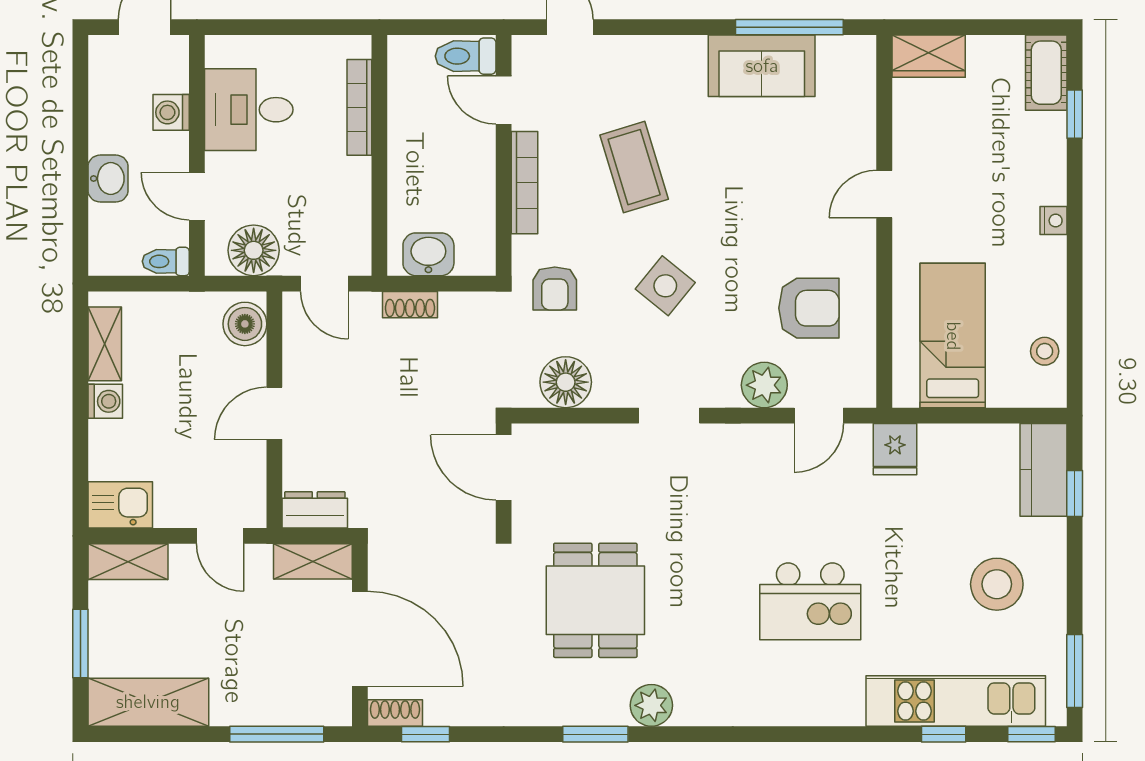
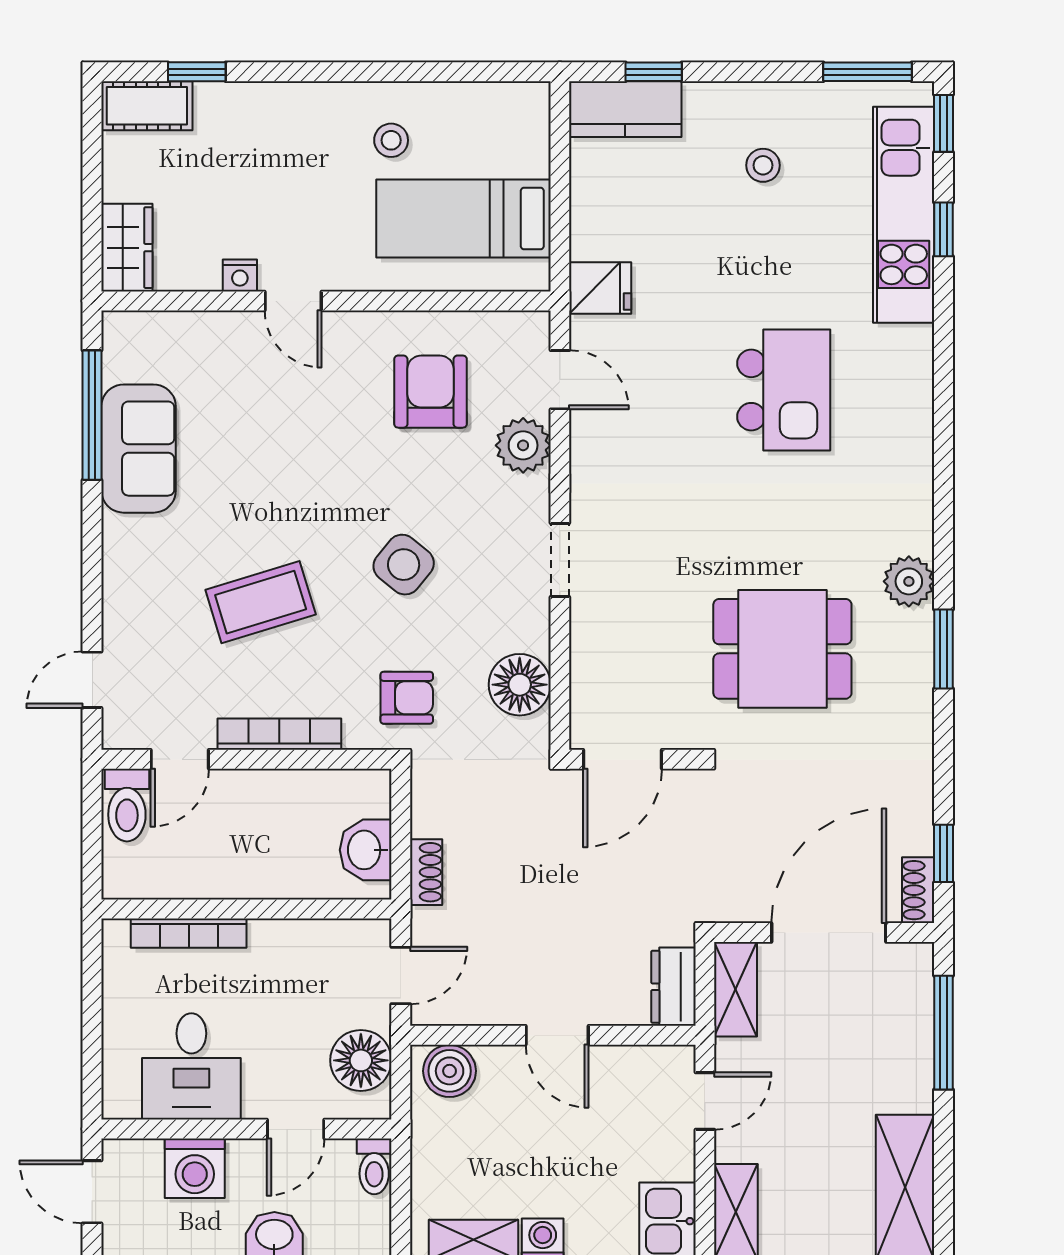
washing machine: (171, 112) -> (195, 1168), width x1.38, depth x1.38
nightstand: (1053, 221) -> (240, 275), moved, turned 180
stool: (1045, 351) -> (391, 140), moved
stool: (997, 584) -> (763, 165), width x0.53, depth x0.53

